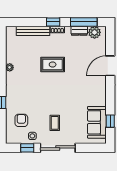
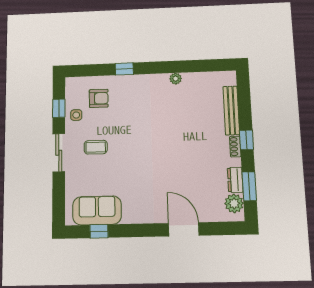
window: (84, 22) -> (249, 186), width x0.69
rug: (53, 64) -> (182, 141), removed
sliding door: (58, 148) -> (59, 153), width x0.73

